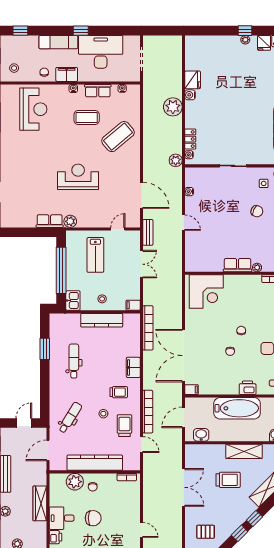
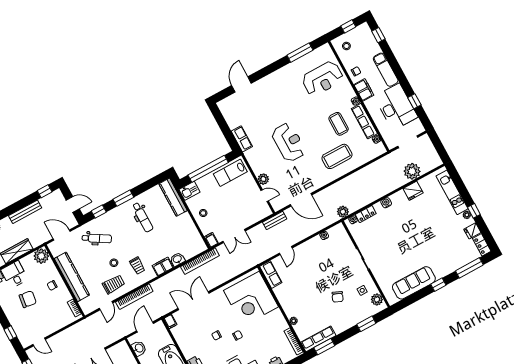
window: (81, 31) -> (414, 101), moved
kitchen unit: (215, 42) -> (452, 192), added
row of seats: (98, 91) -> (364, 121), width x1.48
water cooler: (190, 95) -> (386, 203), moved
plant: (173, 107) -> (412, 171), moved
coffee table: (118, 137) -> (337, 156), turned -50
door: (141, 195) -> (301, 200), hinge flipped
plant: (70, 221) -> (263, 179), moved
door: (183, 223) -> (286, 251), moved
lab bench: (95, 255) -> (230, 173), moved
double door: (141, 264) -> (234, 236), moved
row of seats: (238, 265) -> (271, 275), moved
corner desk: (206, 292) -> (251, 299), width x1.36, depth x1.36
kitchen counter: (102, 320) -> (173, 197), moved
window: (45, 349) -> (123, 198), moved
washbasin: (134, 349) -> (177, 259), added
double door: (183, 356) -> (193, 301), width x0.73
dental chair: (74, 361) -> (143, 217), turned 90
window: (45, 401) -> (99, 211), added
door: (183, 417) -> (145, 327), hinge flipped
plant: (75, 482) -> (41, 256), moved
chair: (93, 518) -> (28, 299), turned -82
door: (141, 530) -> (39, 342), hinge flipped

